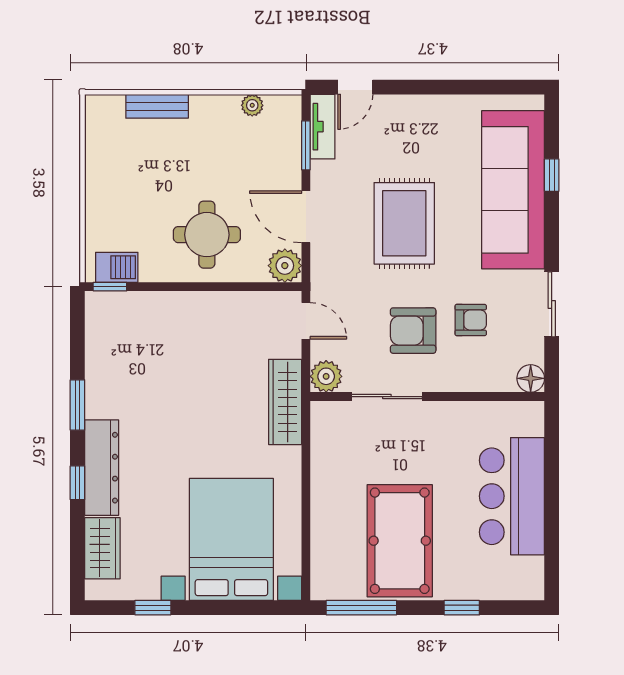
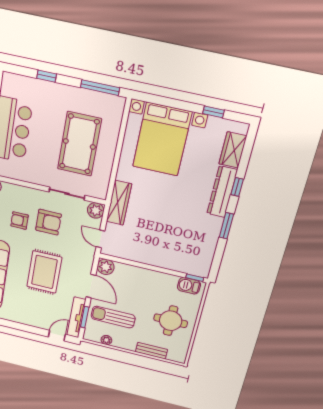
tv unit: (323, 127) -> (76, 317), width x1.41
sun lounger: (249, 161) -> (113, 317), added
round table: (207, 235) -> (171, 321), moved
pool table: (400, 541) -> (79, 144), moved

